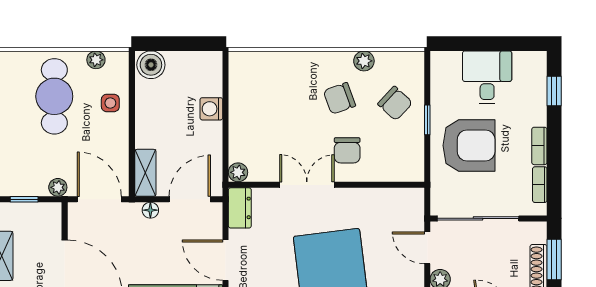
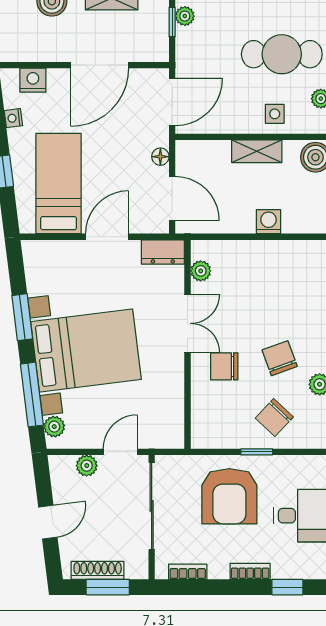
bookcase: (539, 146) -> (250, 571), moved
plant: (238, 172) -> (201, 271), moved
shelving: (145, 173) -> (257, 151), moved
plant: (58, 187) -> (185, 16), moved

